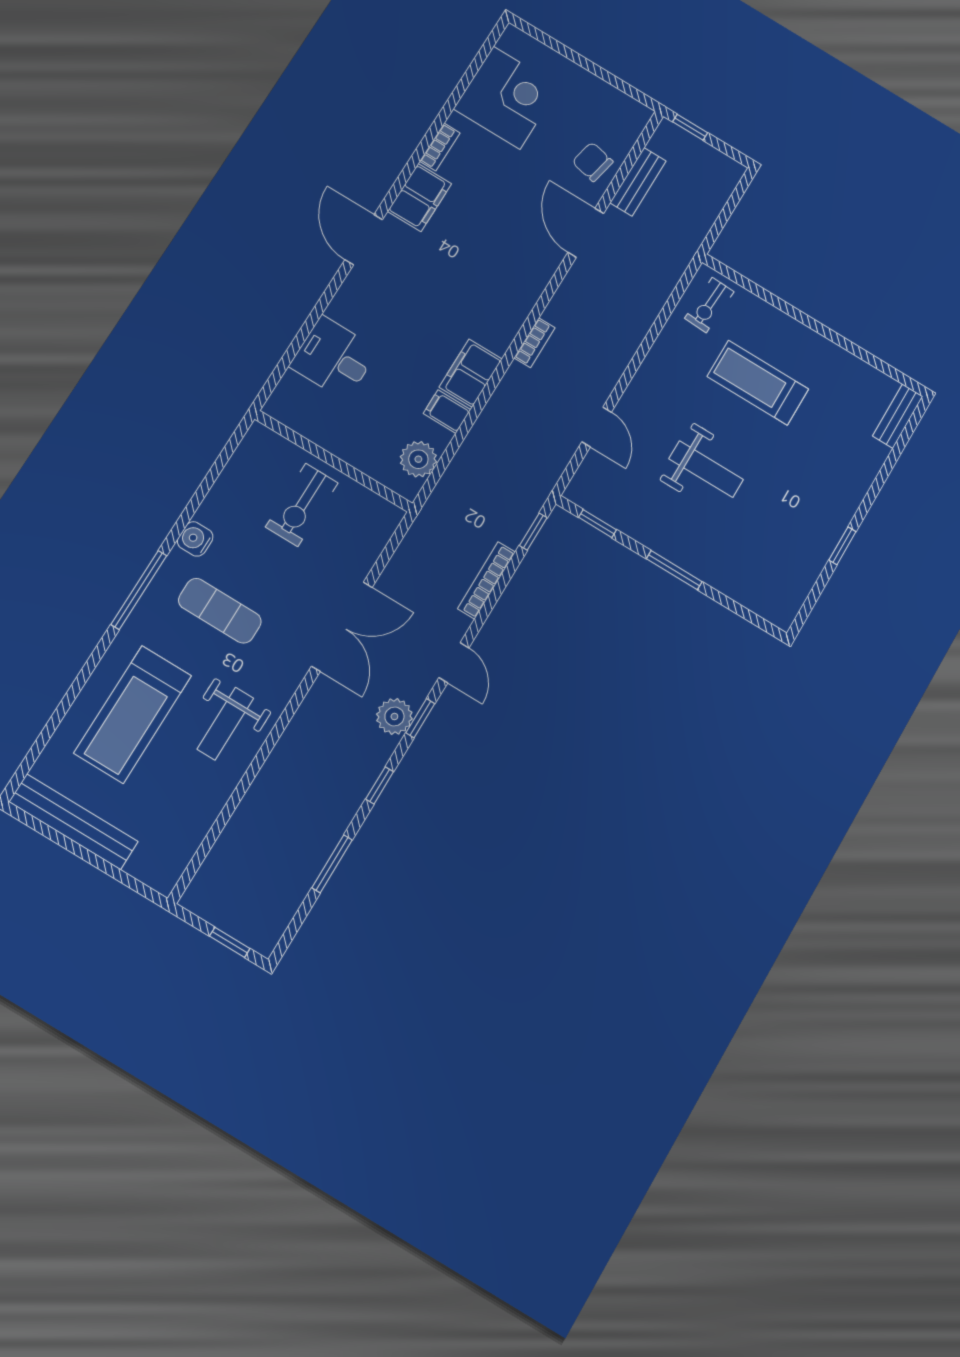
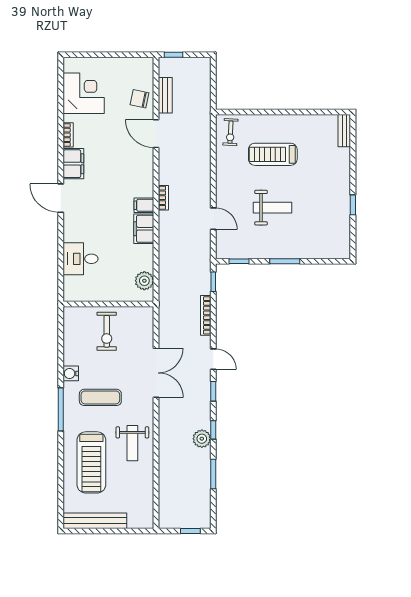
filing cabinet: (447, 412) -> (144, 205), moved
plant: (394, 716) -> (202, 439), moved

